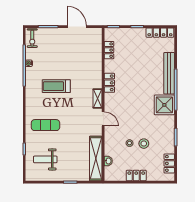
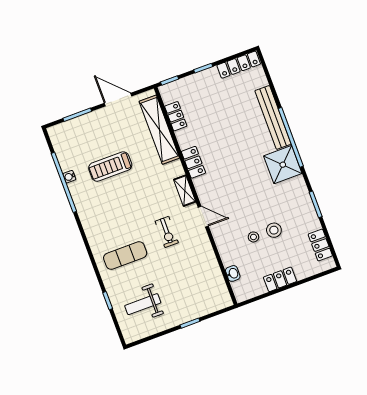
exercise bike: (32, 38) -> (167, 232), moved
treadmill: (56, 86) -> (110, 167), moved
shelving: (96, 158) -> (159, 130), moved

